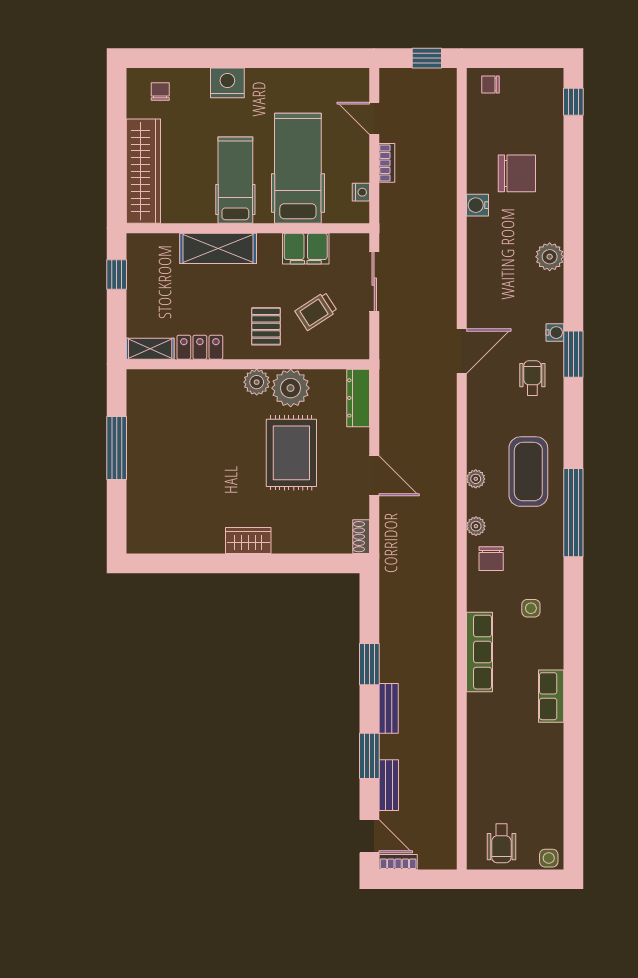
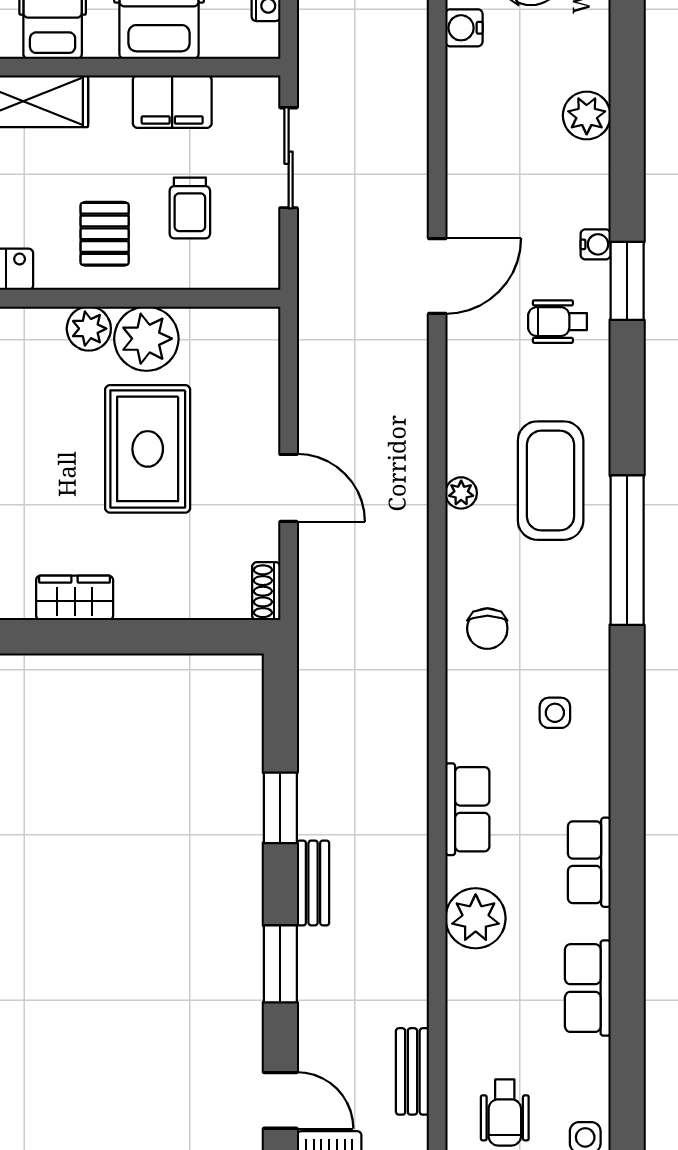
trolley: (316, 311) -> (190, 208), turned -57
wheelchair: (532, 378) -> (558, 322), turned -90
dresser: (358, 398) -> (261, 355), removed
plant: (476, 526) -> (476, 918), moved, width x1.88, depth x1.88
row of seats: (479, 652) -> (467, 809), width x0.68
row of seats: (550, 770) -> (588, 988), added
bench: (389, 785) -> (412, 1071), moved

